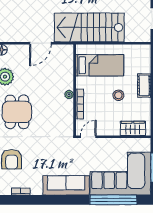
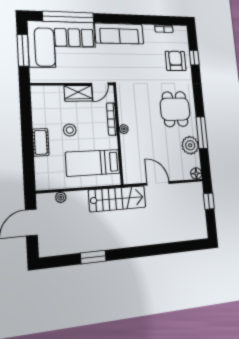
stairs: (89, 27) -> (117, 199), width x0.73, depth x0.66
plant: (130, 37) -> (61, 197), added
door: (40, 43) -> (158, 183), hinge flipped
wardrobe: (133, 128) -> (78, 93), moved

